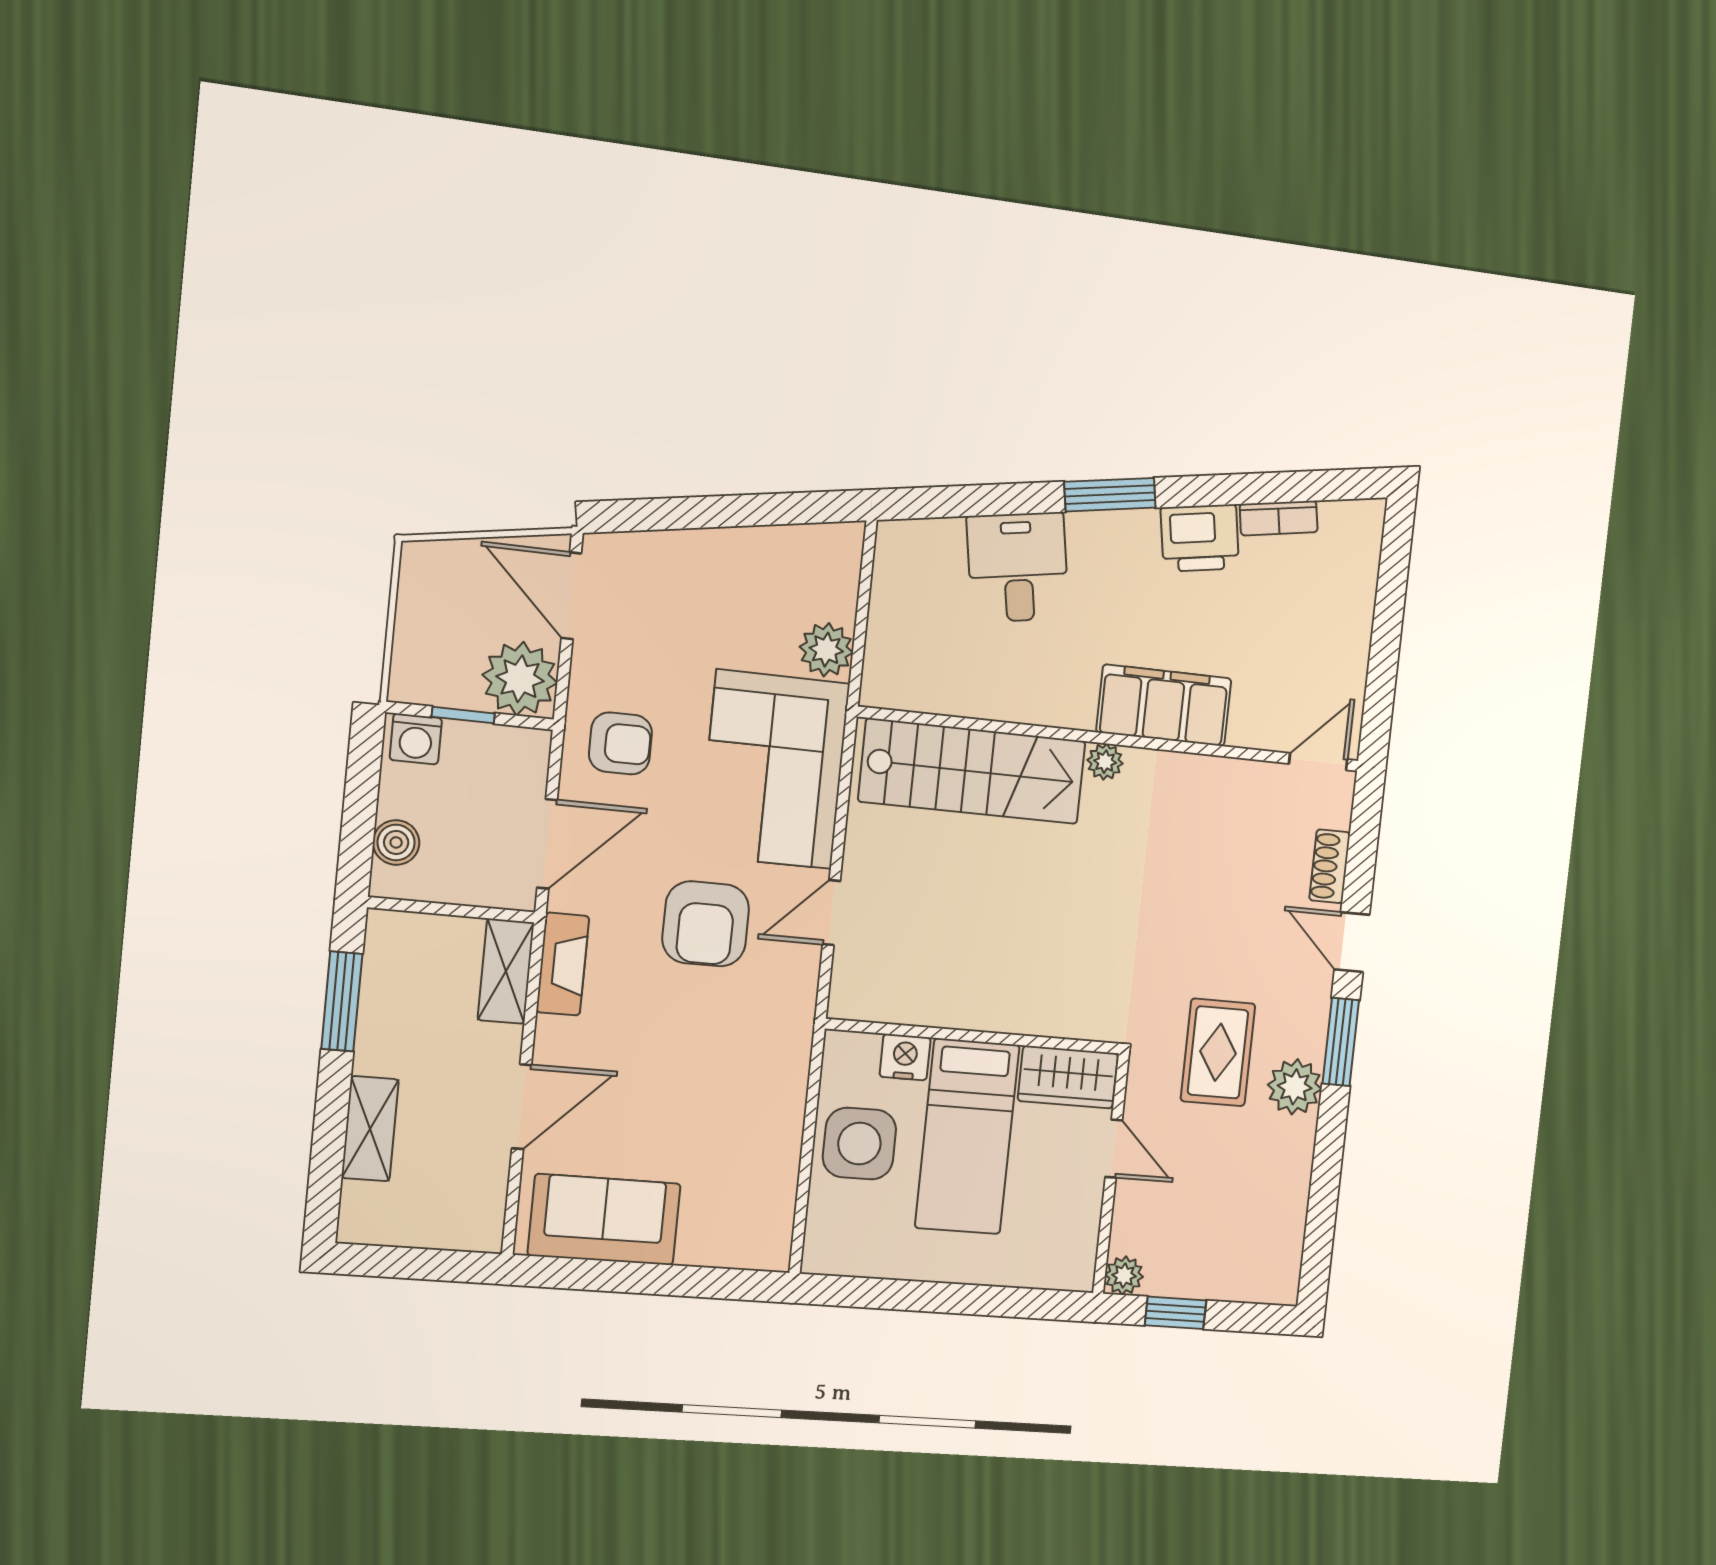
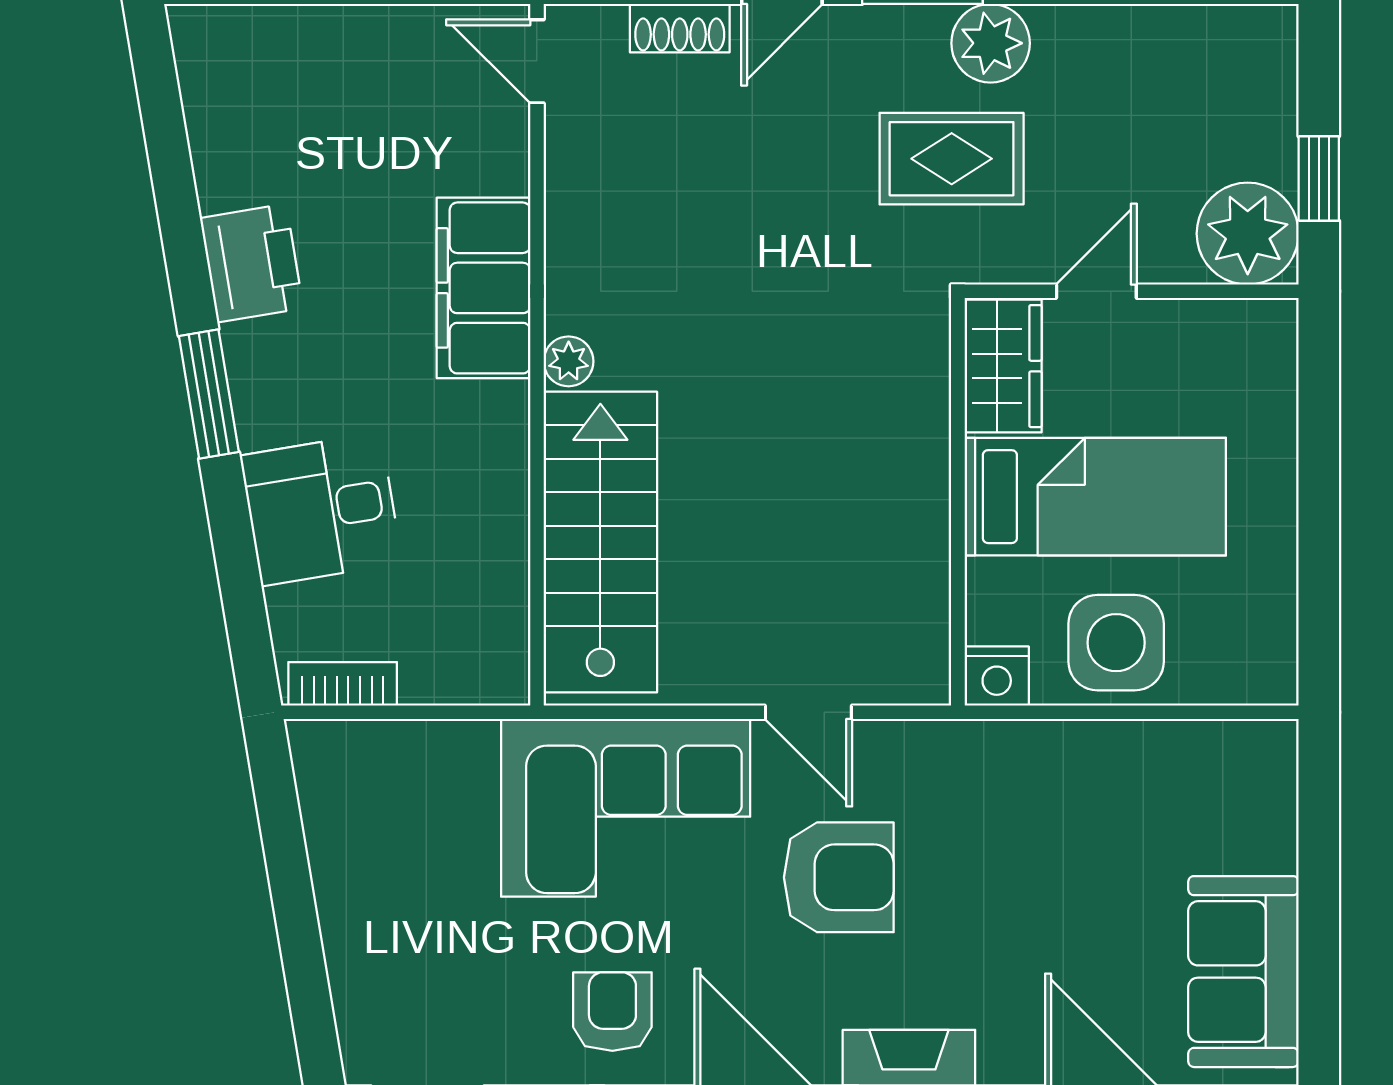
bookcase: (1279, 518) -> (343, 684), moved, turned -81
plant: (826, 650) -> (460, 755), removed
nightstand: (905, 1057) -> (997, 676), moved, turned -90
plant: (1124, 1276) -> (1248, 234), width x1.87, depth x1.87

